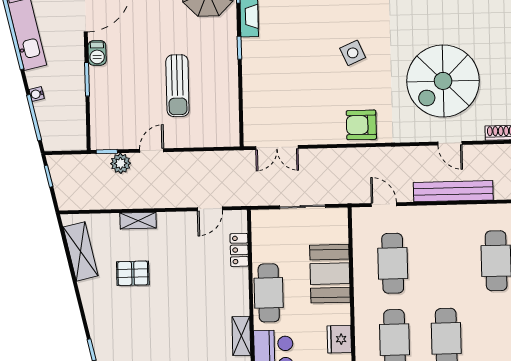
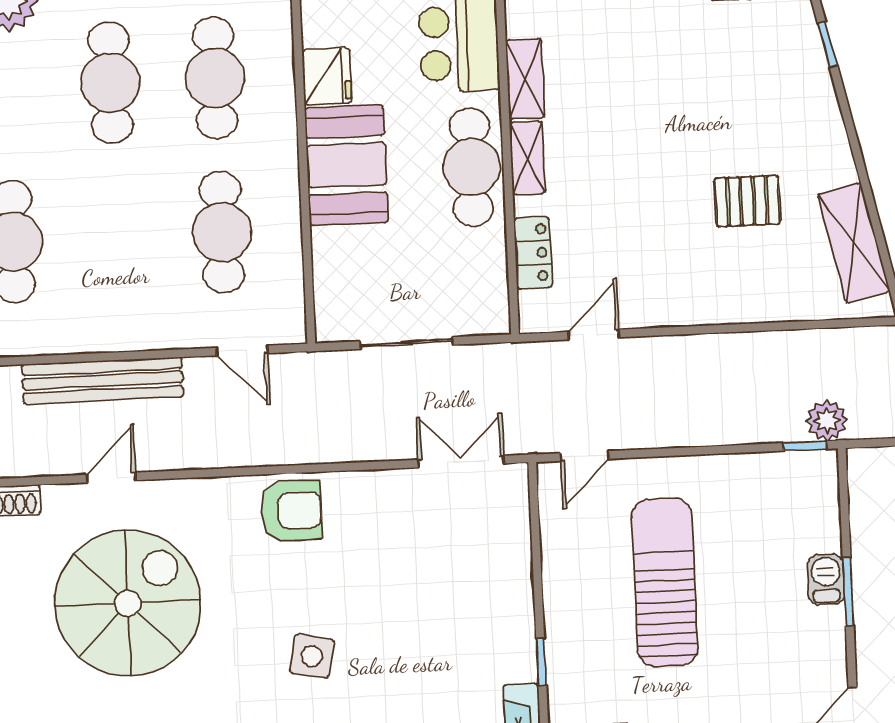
barbecue: (97, 53) -> (826, 580), moved
side table: (353, 53) -> (312, 656), turned 35
sun lounger: (177, 86) -> (665, 582), width x1.36, depth x1.34
door: (450, 143) -> (111, 477), hinge flipped
door: (152, 151) -> (585, 456), moved
plant: (121, 163) -> (827, 421), moved
shelving: (138, 221) -> (527, 158), moved, turned 90
booth: (330, 274) -> (347, 165), moved

